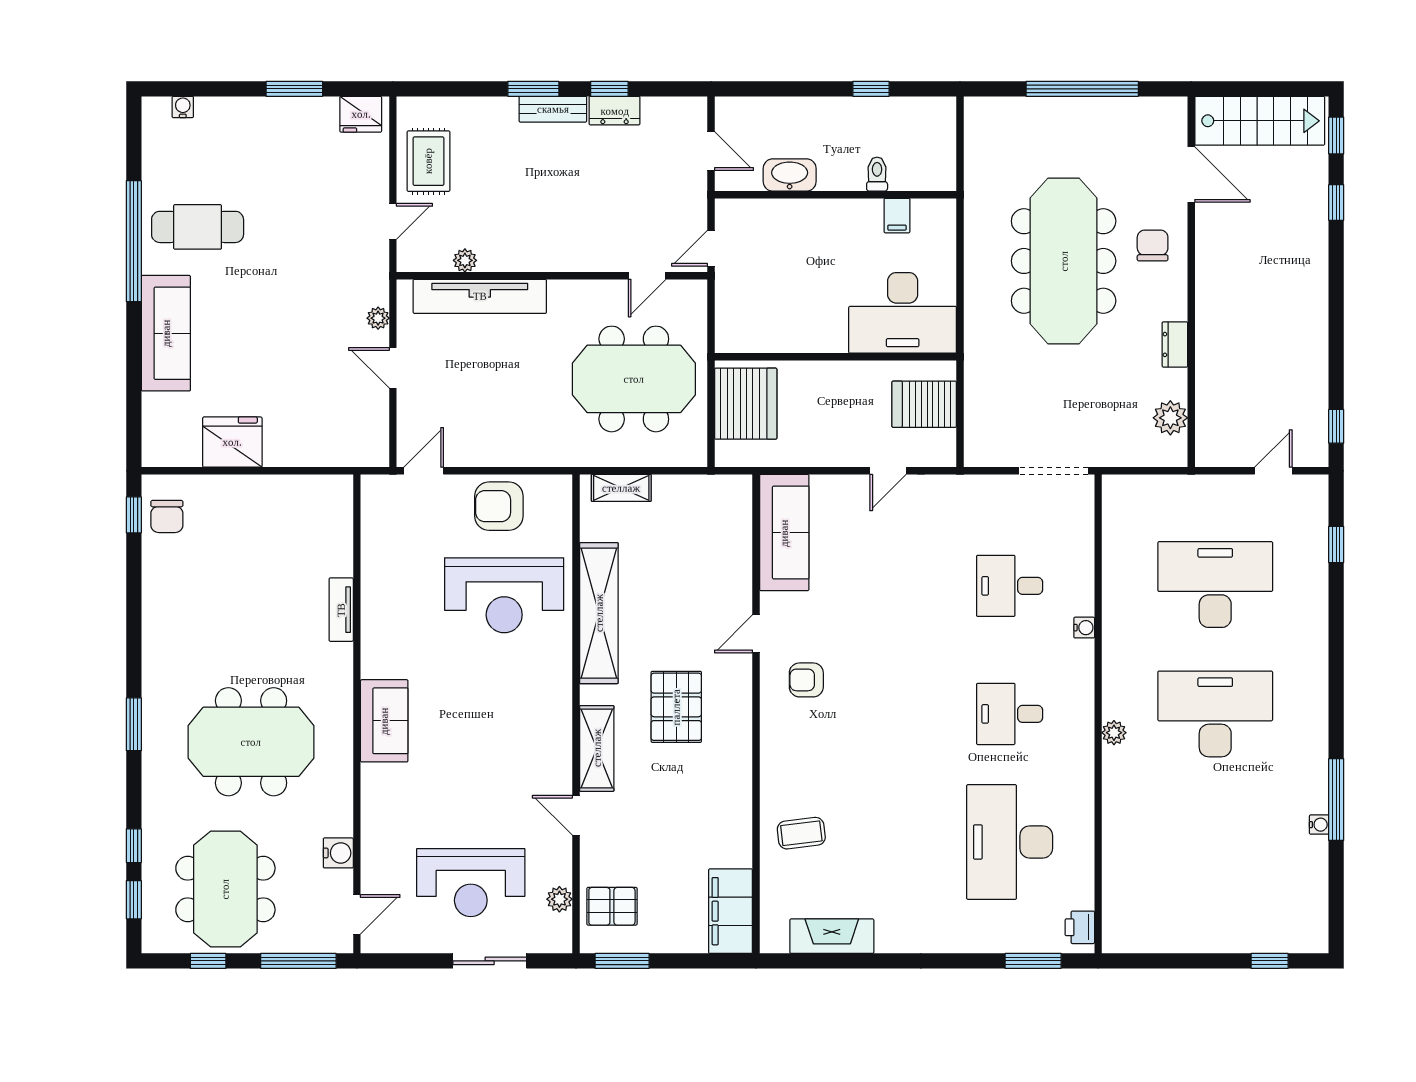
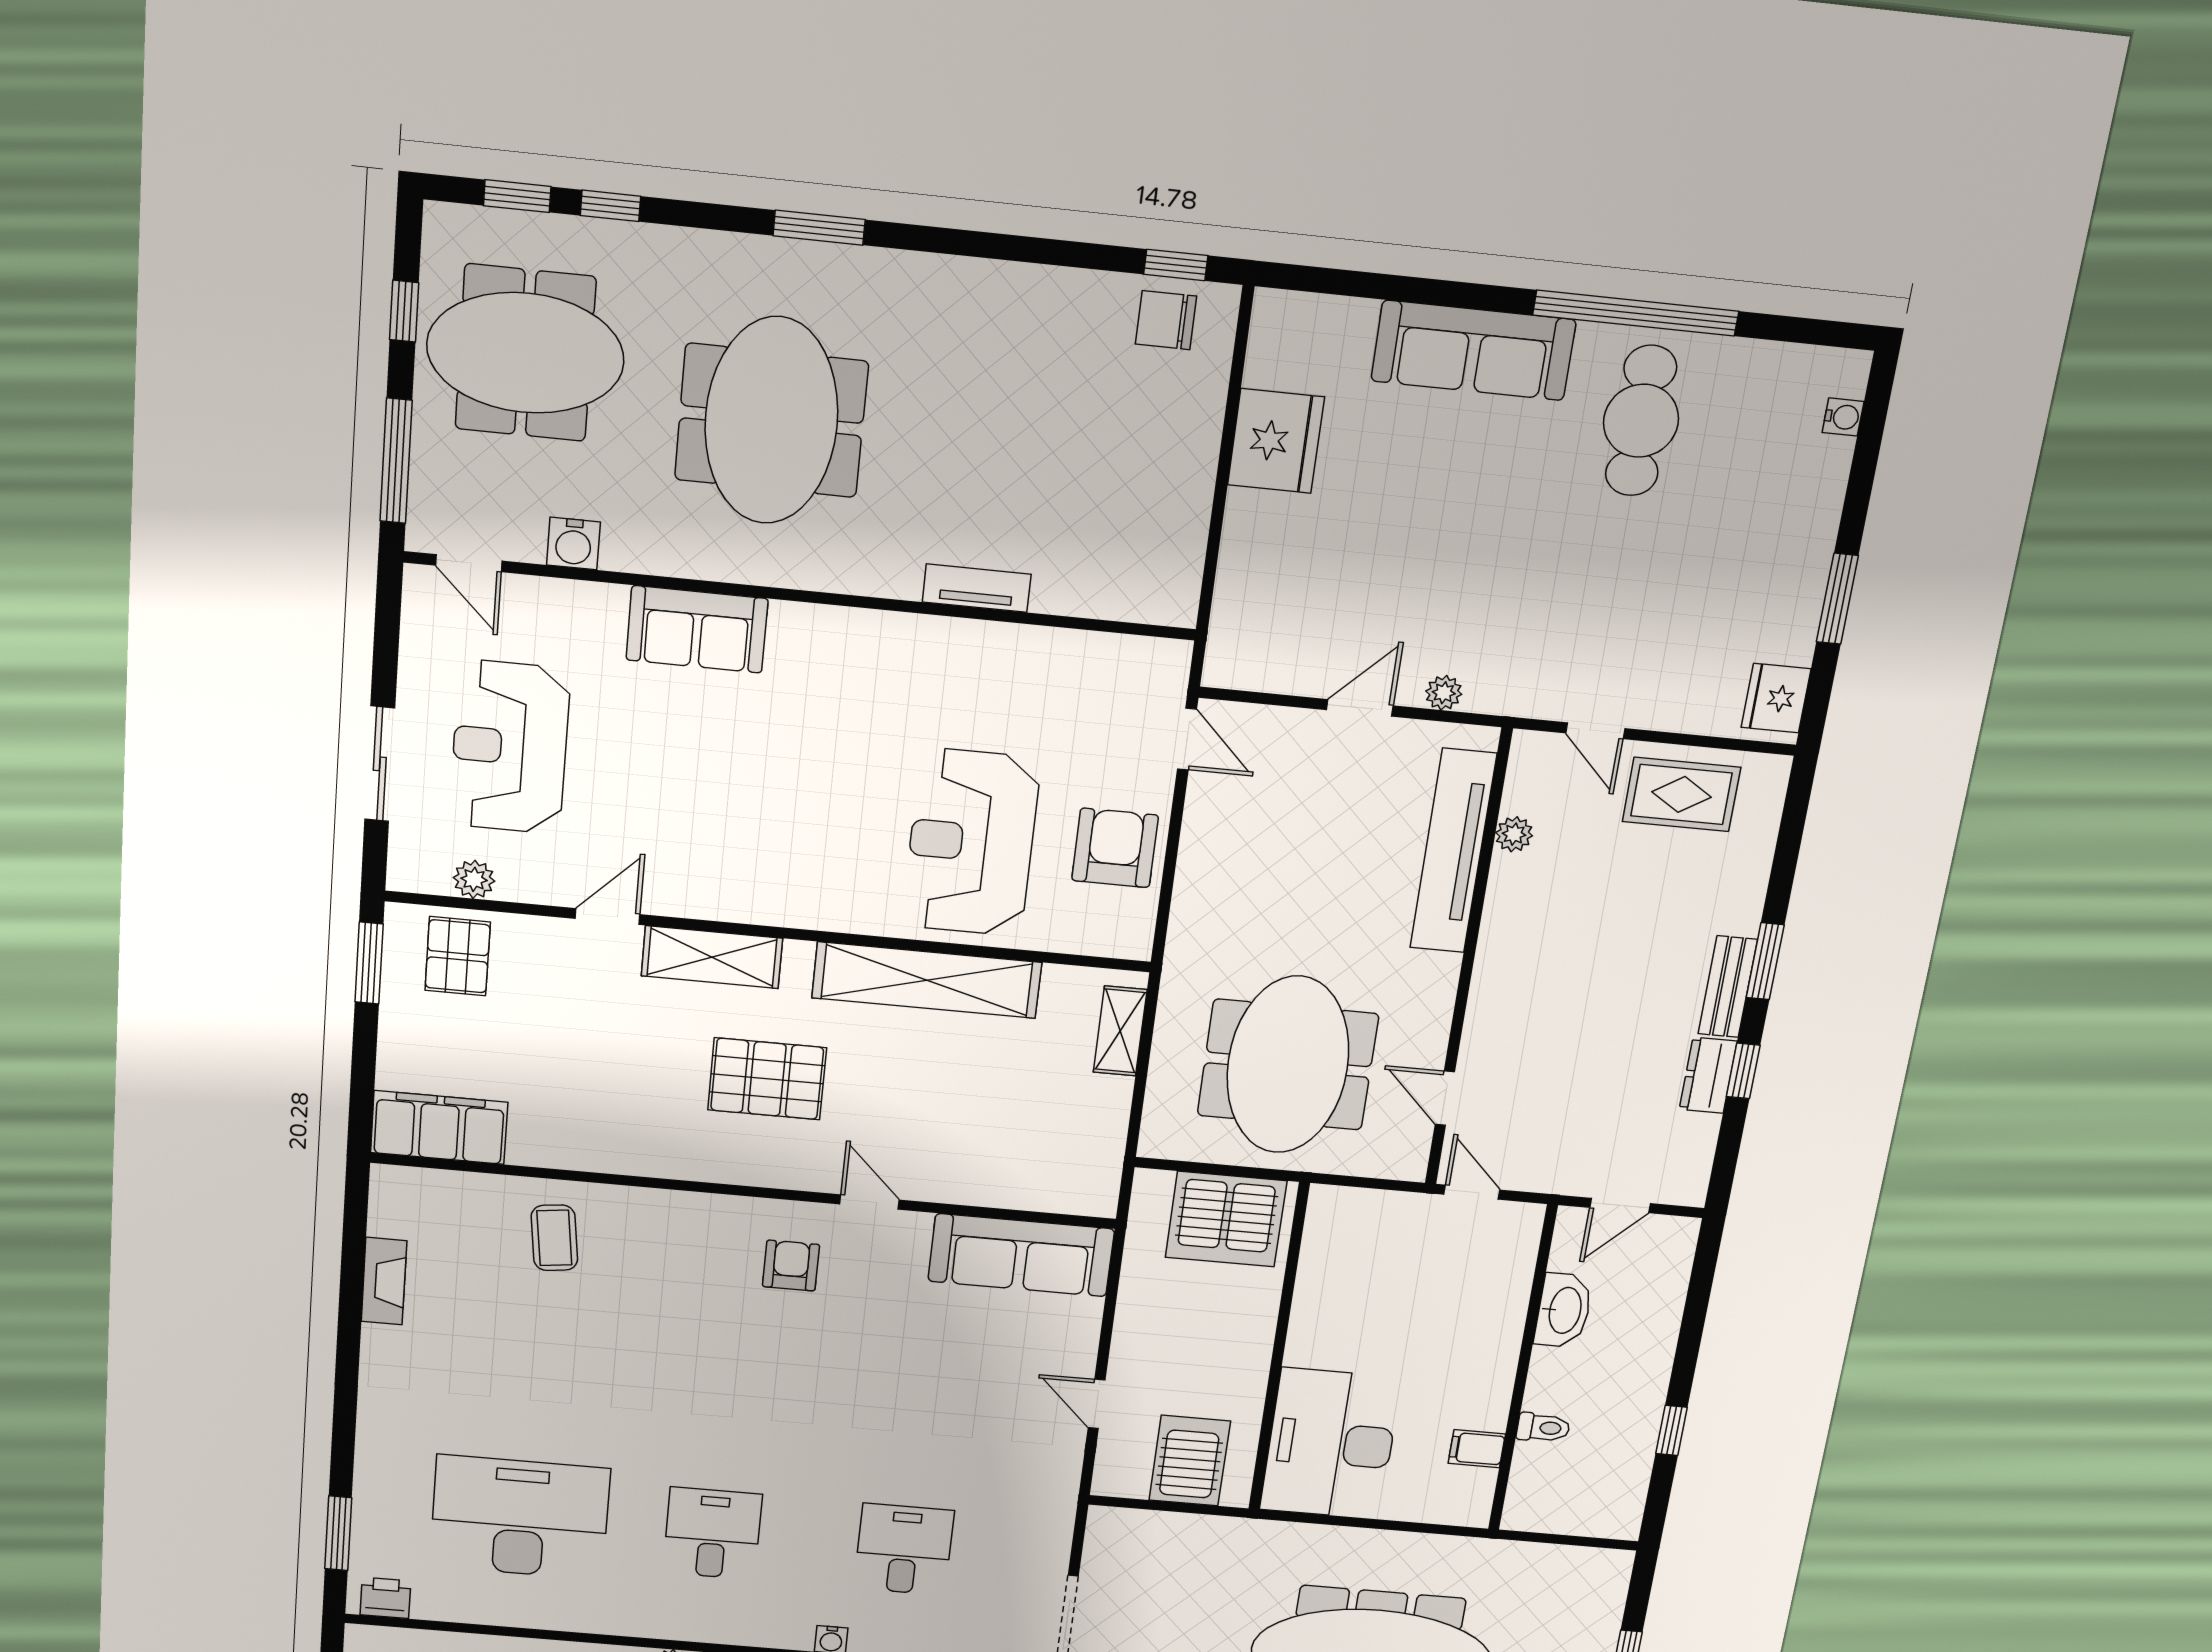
sofa: (384, 721) -> (697, 629), moved
fireplace: (832, 936) -> (384, 1281), width x0.73, depth x0.76

